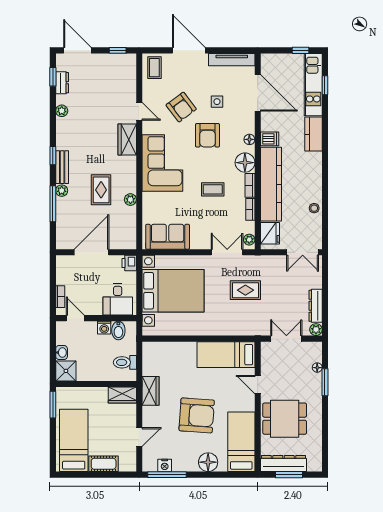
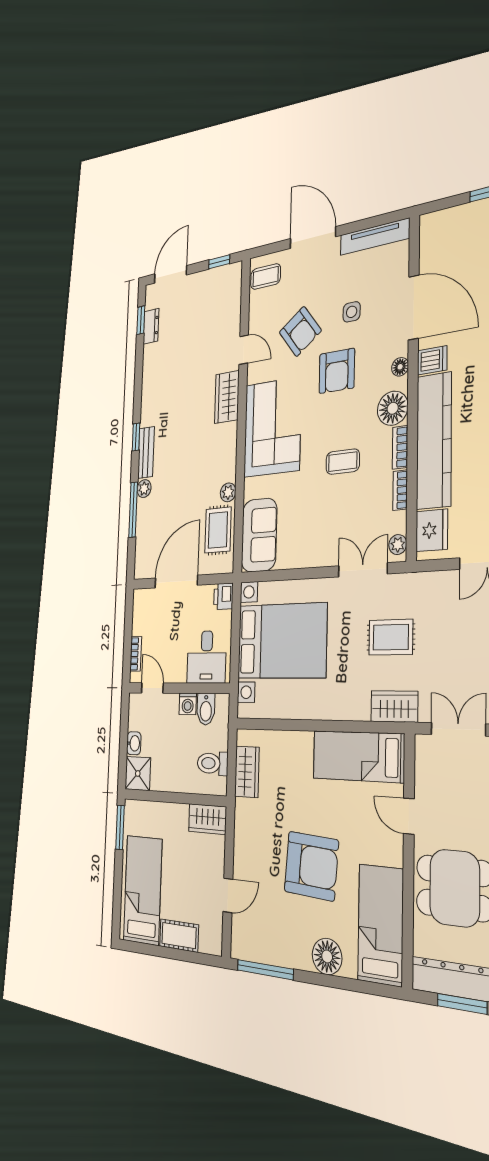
door: (77, 50) -> (171, 274), hinge flipped
coffee table: (154, 68) -> (266, 277), turned 90
door: (258, 93) -> (414, 307), moved
plant: (62, 111) -> (149, 368), removed
rug: (101, 190) -> (218, 530), moved
sofa: (168, 237) -> (259, 535), moved, turned 90
wardrobe: (248, 327) -> (394, 706), added
wardrobe: (150, 391) -> (247, 772), moved
nightstand: (165, 465) -> (262, 952), removed

